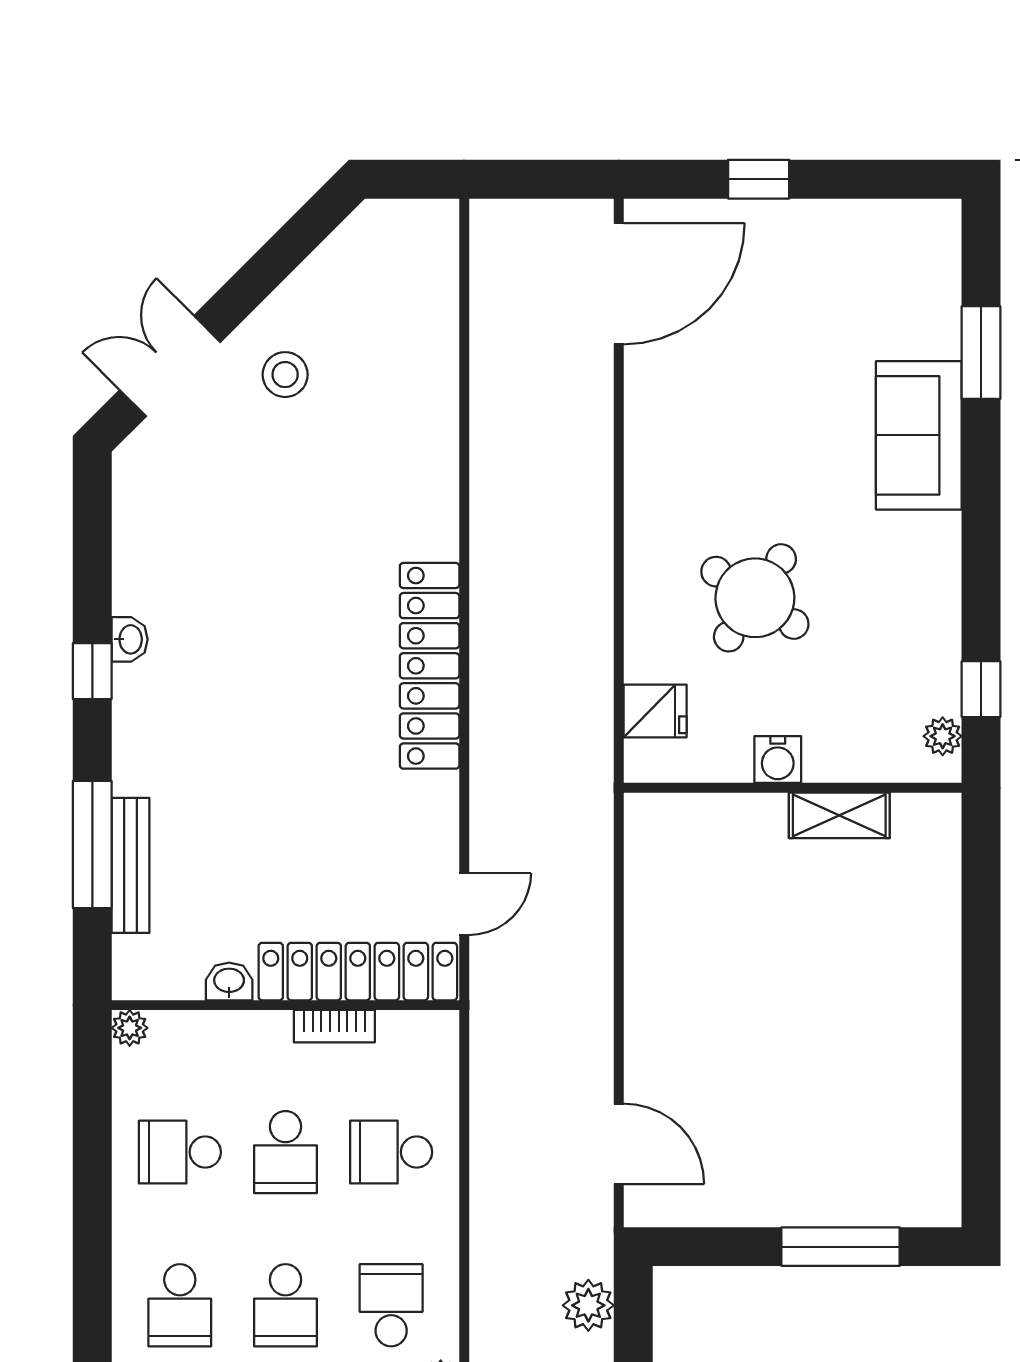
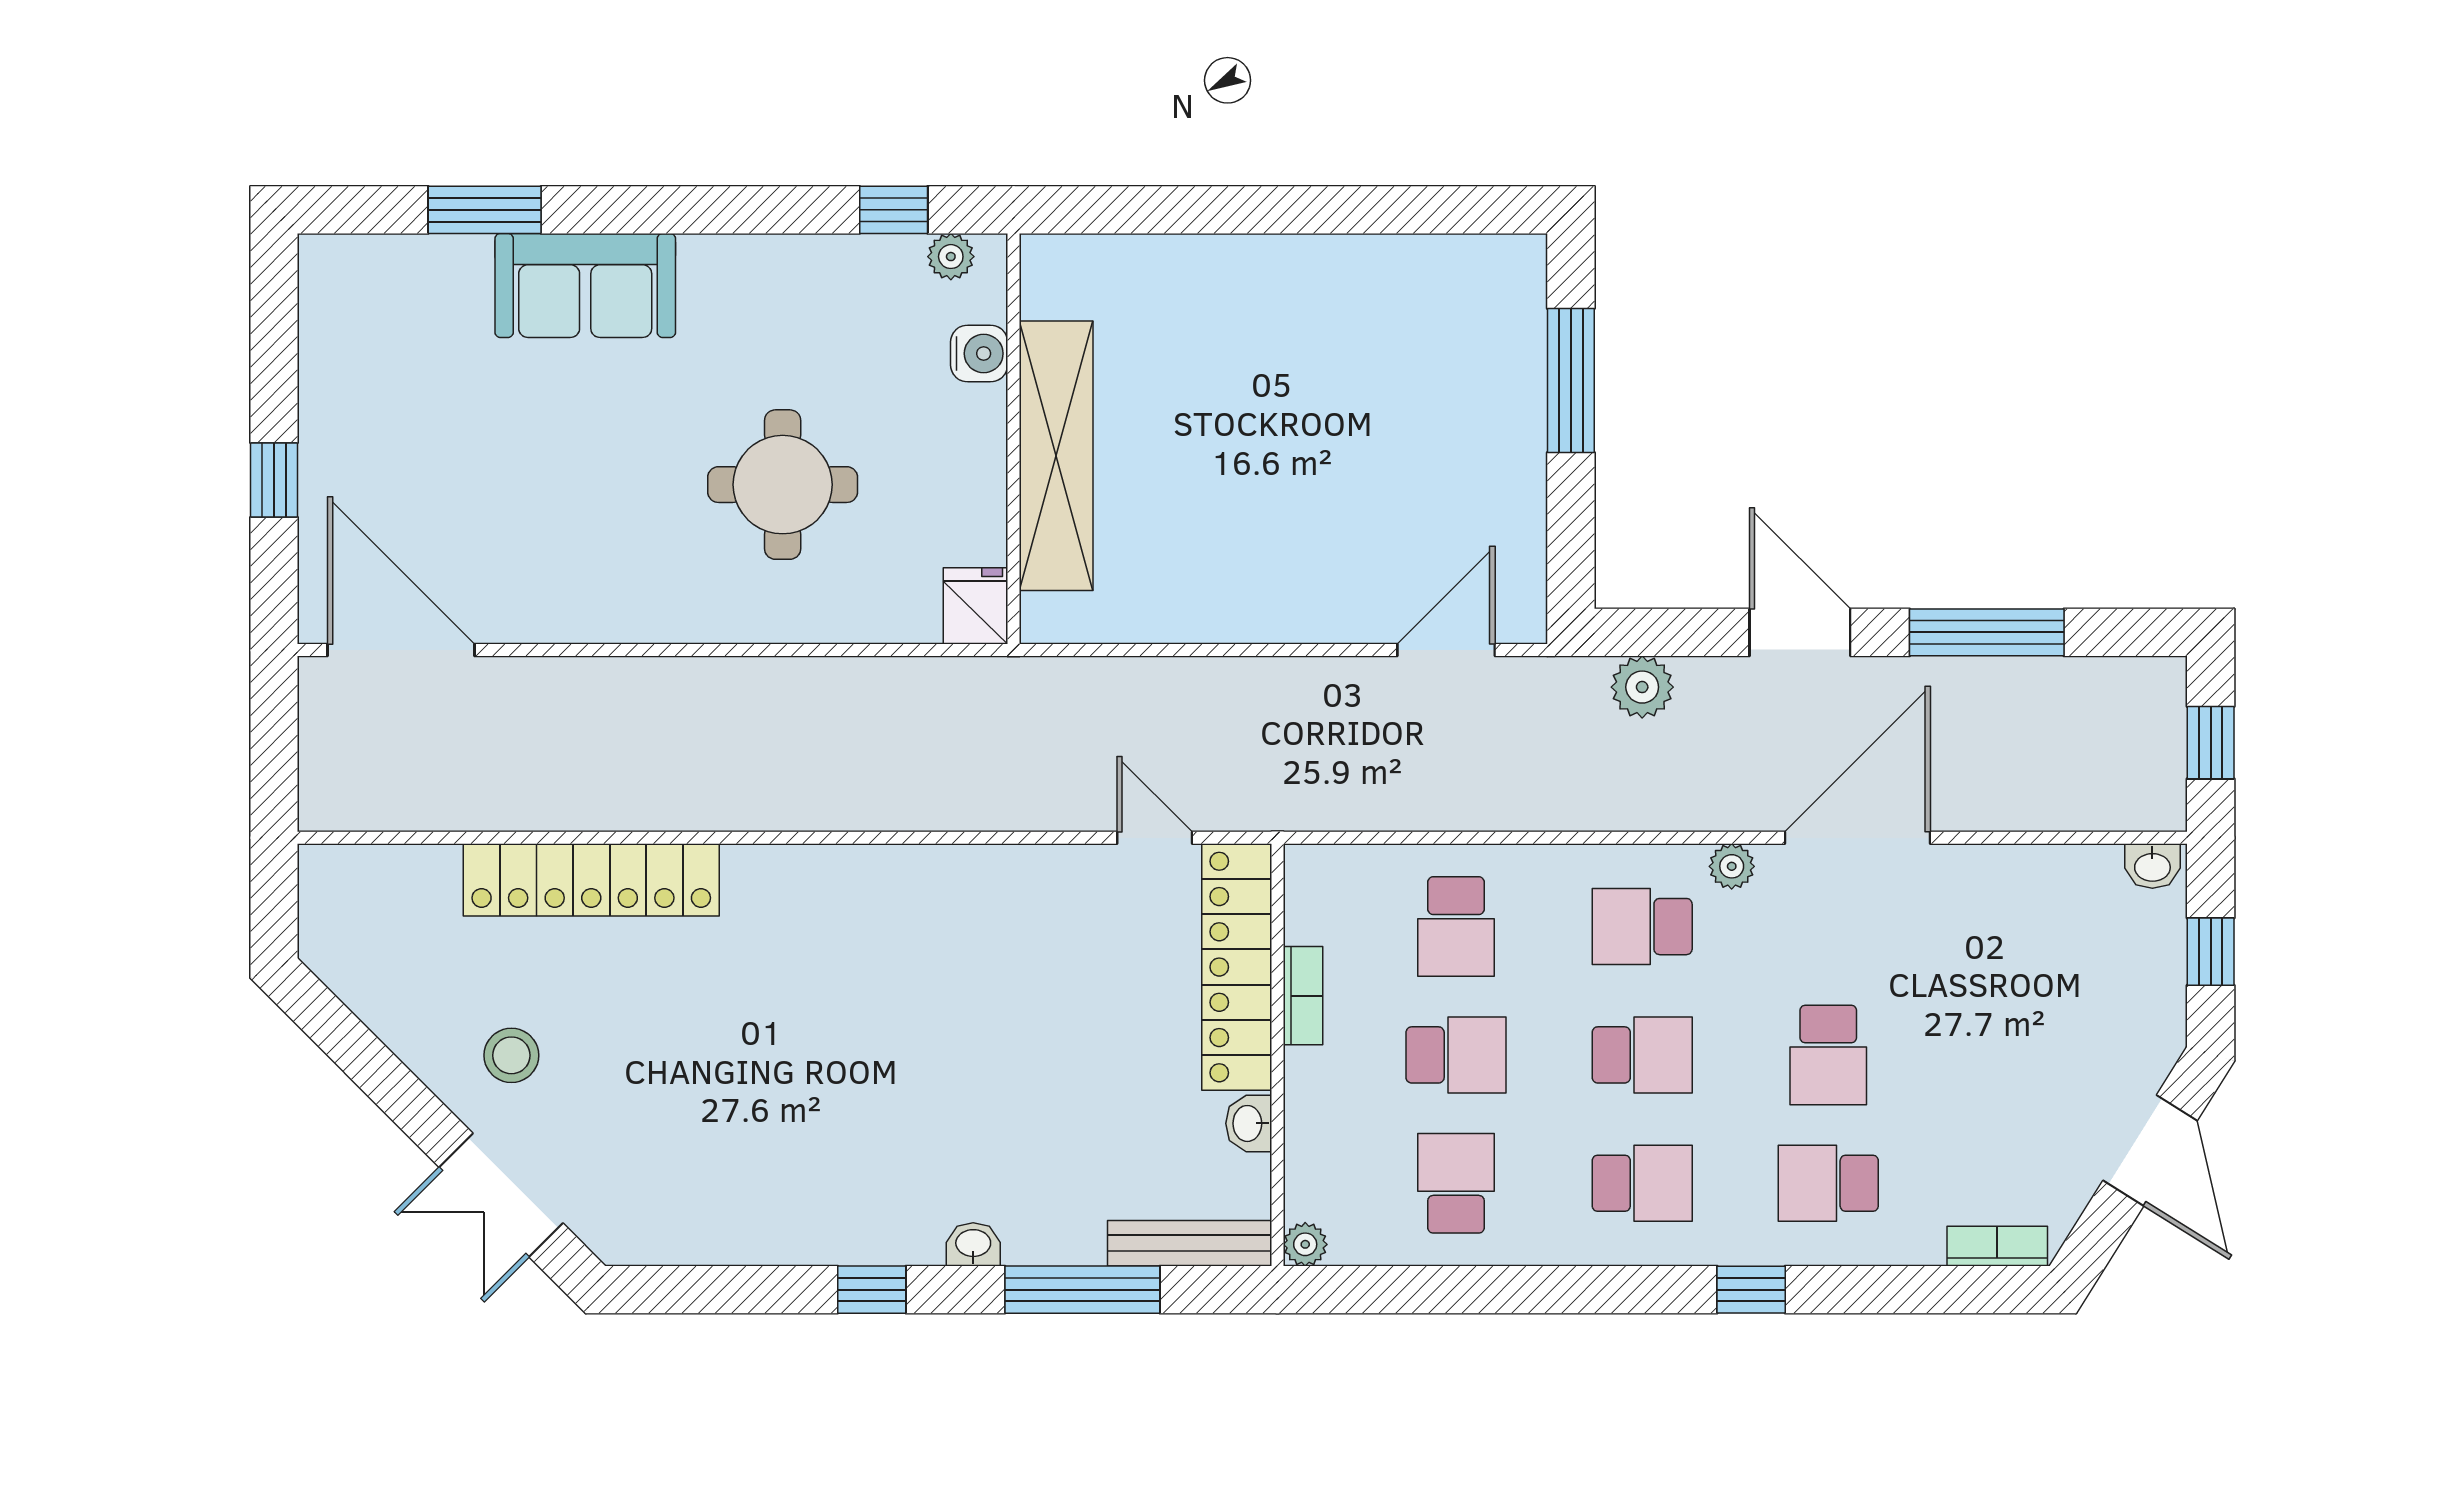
round table: (755, 598) -> (783, 485), turned -34
washbasin: (130, 639) -> (973, 1244), moved
locker: (430, 666) -> (591, 880), moved
fridge: (655, 711) -> (975, 606), moved
water cooler: (778, 760) -> (979, 353), moved
shelving: (839, 815) -> (1056, 456), width x2.20, depth x1.33
bench: (130, 865) -> (1190, 1243), moved
school desk: (180, 1152) -> (1456, 1183), turned 180

